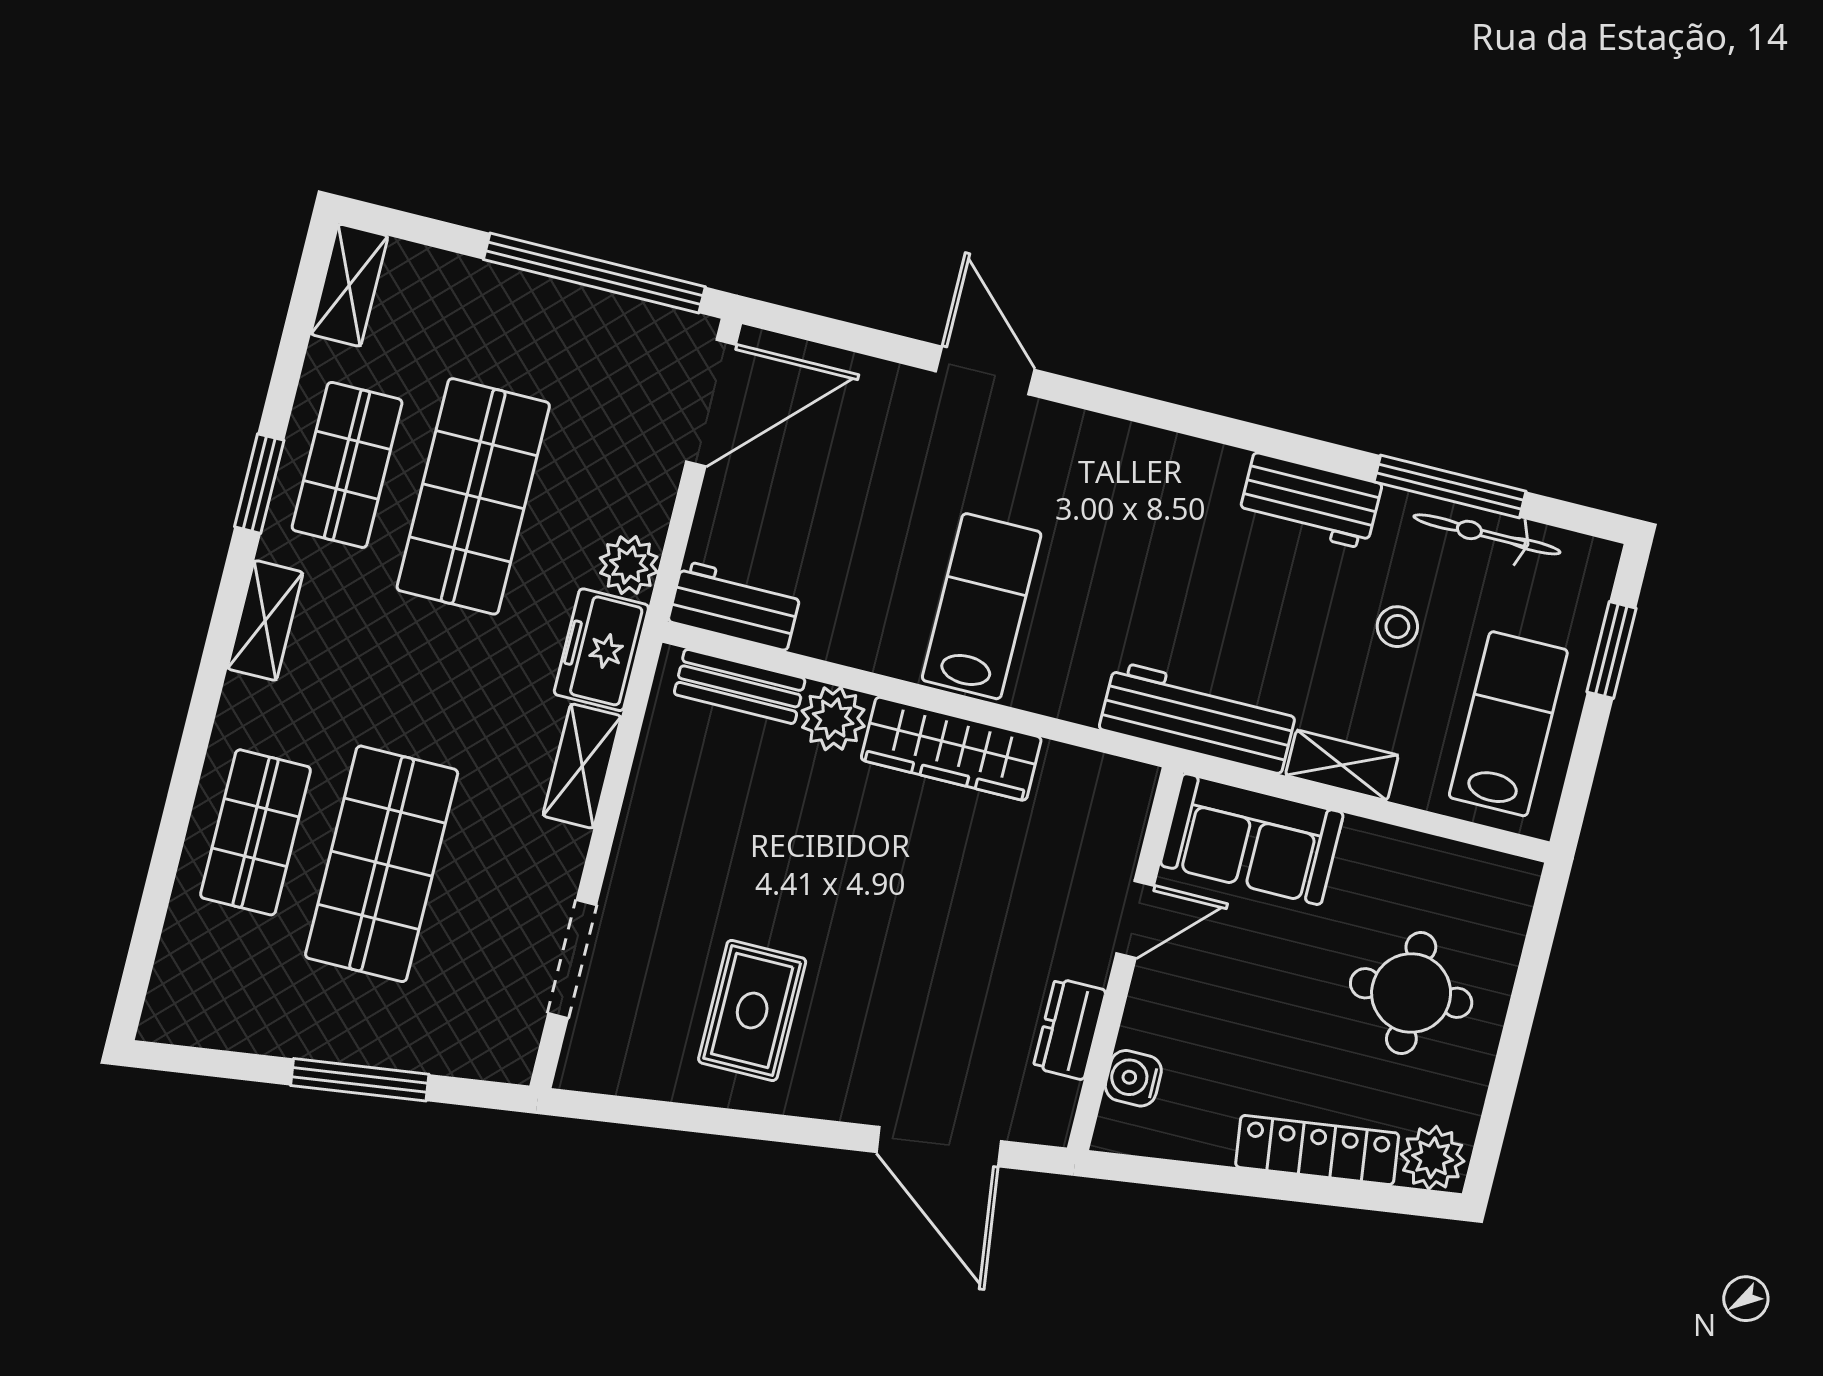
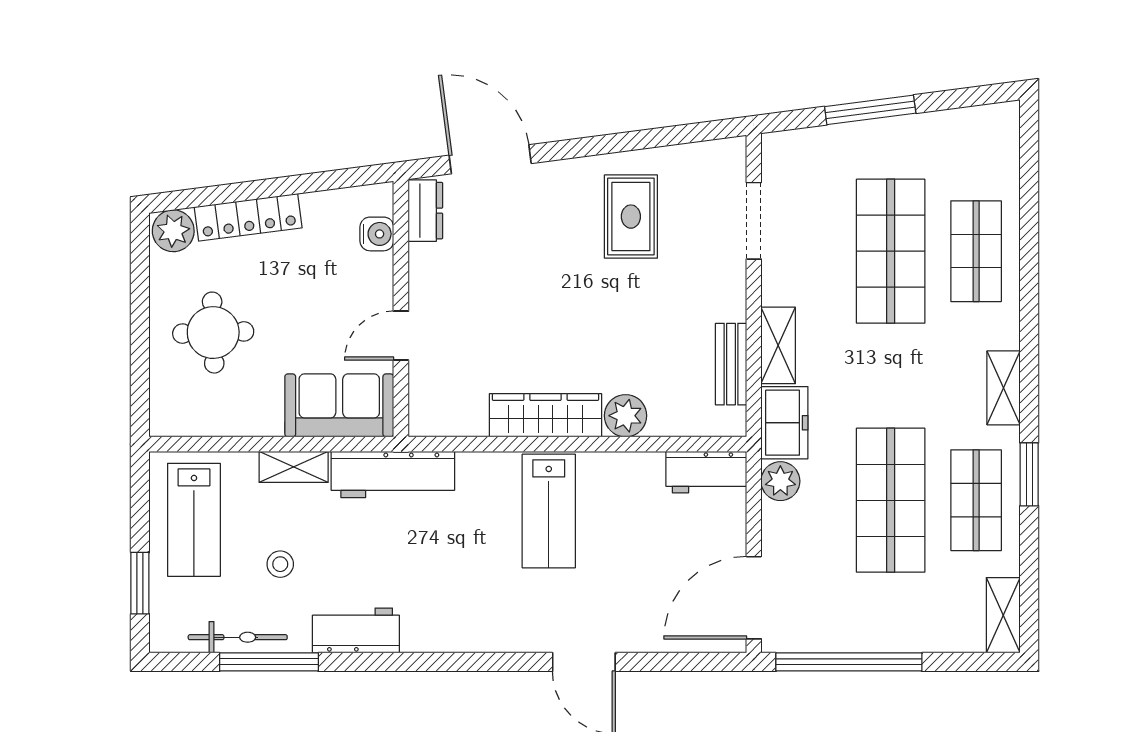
bench: (740, 686) -> (731, 364), moved, turned 90
dresser: (1070, 1029) -> (425, 211), moved

